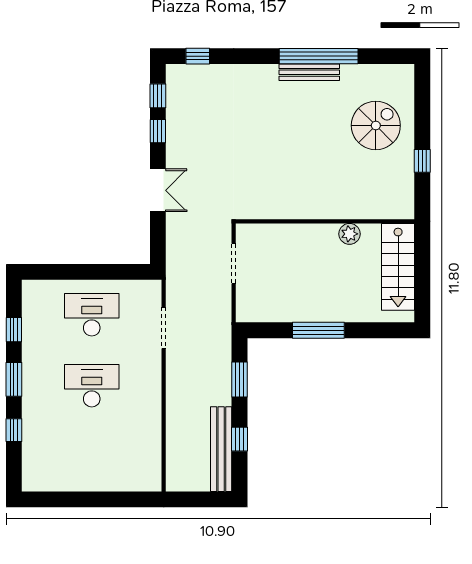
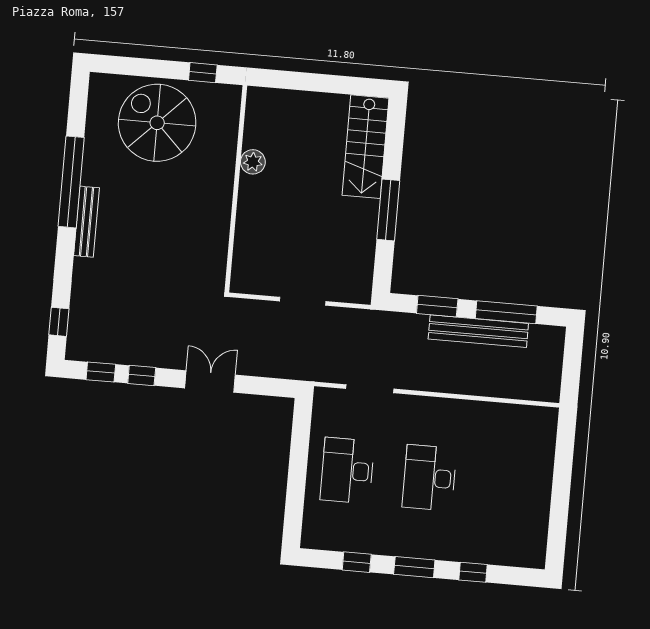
bench: (309, 72) -> (86, 222), moved
spiral stairs: (376, 125) -> (157, 123), width x1.37, depth x1.37
wall: (325, 221) -> (236, 189), moved
plant: (349, 234) -> (253, 162), moved
stairs: (398, 267) -> (366, 147), moved, turned 90
window: (239, 439) -> (506, 312), width x2.17
bench: (221, 449) -> (478, 331), moved

